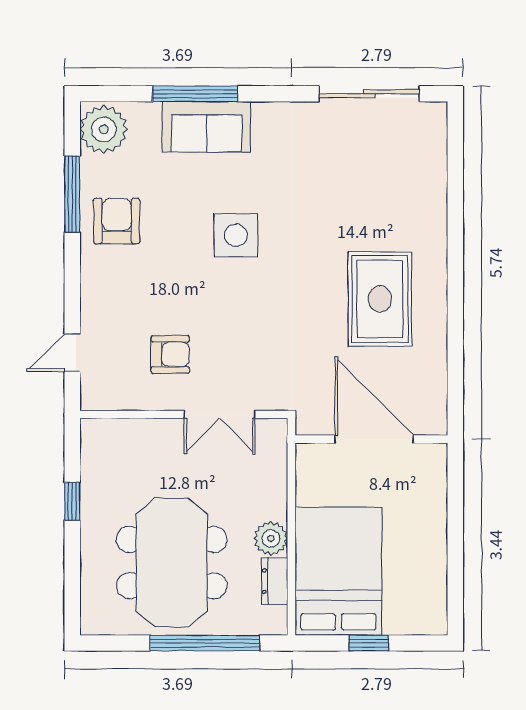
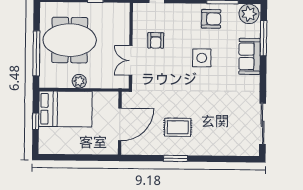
window: (195, 94) -> (263, 38), moved
side table: (236, 235) -> (202, 58), moved
rug: (380, 299) -> (178, 127), width x0.73, depth x0.70
window: (455, 304) -> (175, 158), added
dresser: (275, 581) -> (62, 83), removed

